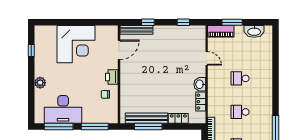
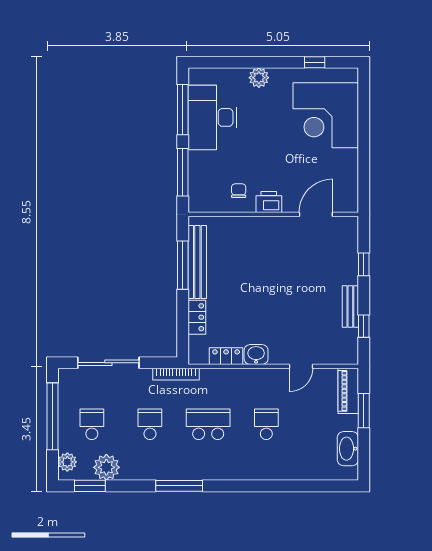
bench: (136, 30) -> (350, 306), moved, width x0.73
corner desk: (76, 44) -> (326, 115), moved
door: (119, 50) -> (316, 214), swing flipped
school desk: (240, 112) -> (208, 424), width x1.85

